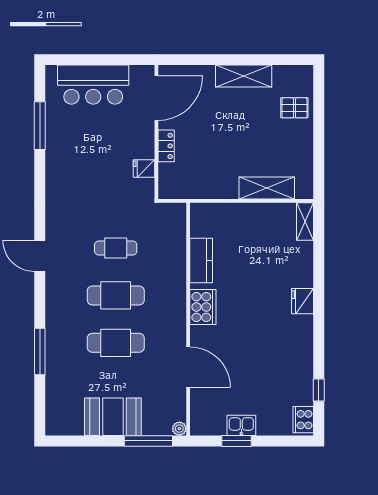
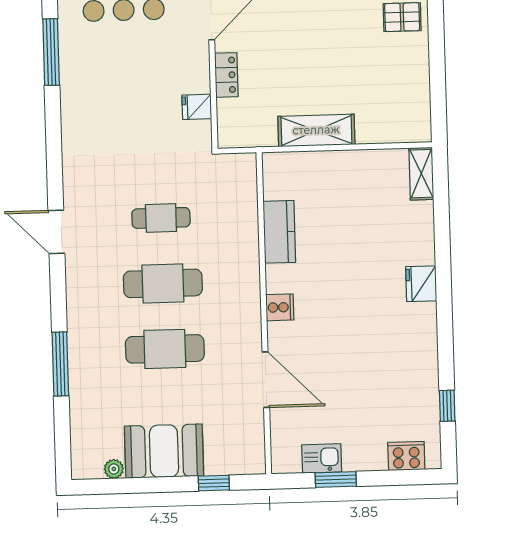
shelving: (267, 188) -> (316, 130), moved
cooker: (203, 307) -> (280, 307), width x0.53, depth x0.76
cooker: (303, 420) -> (406, 456), moved, turned 90
kitchen sink: (241, 425) -> (322, 458), moved
plant: (179, 429) -> (114, 469), moved
window: (148, 441) -> (214, 483), width x0.46

